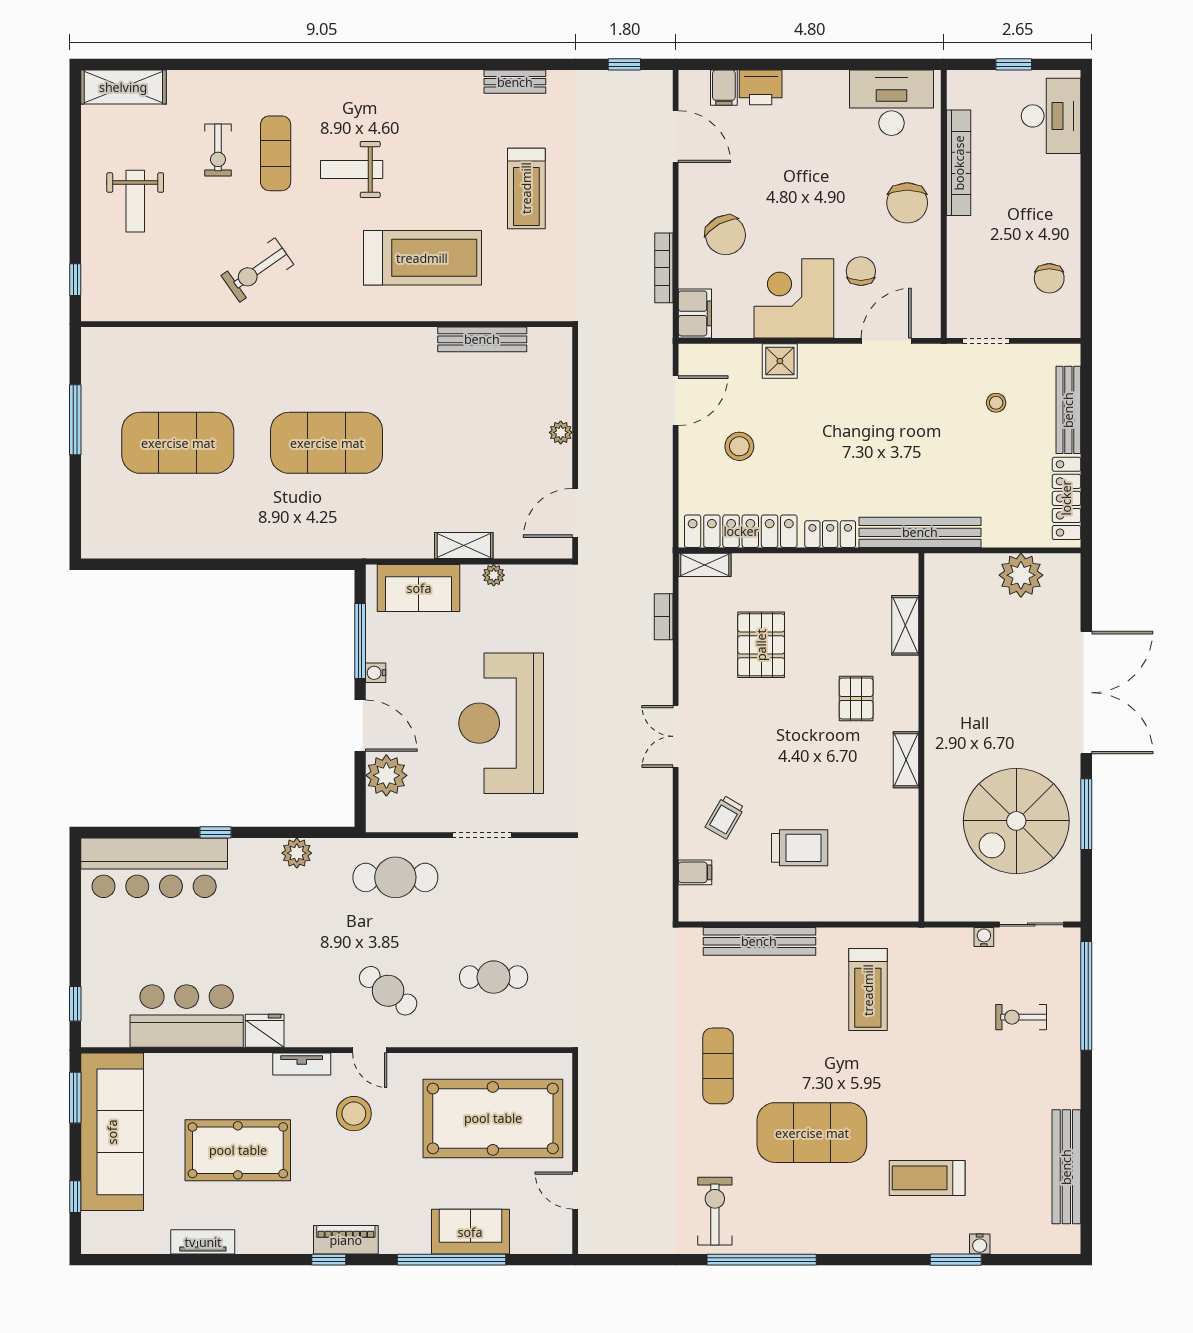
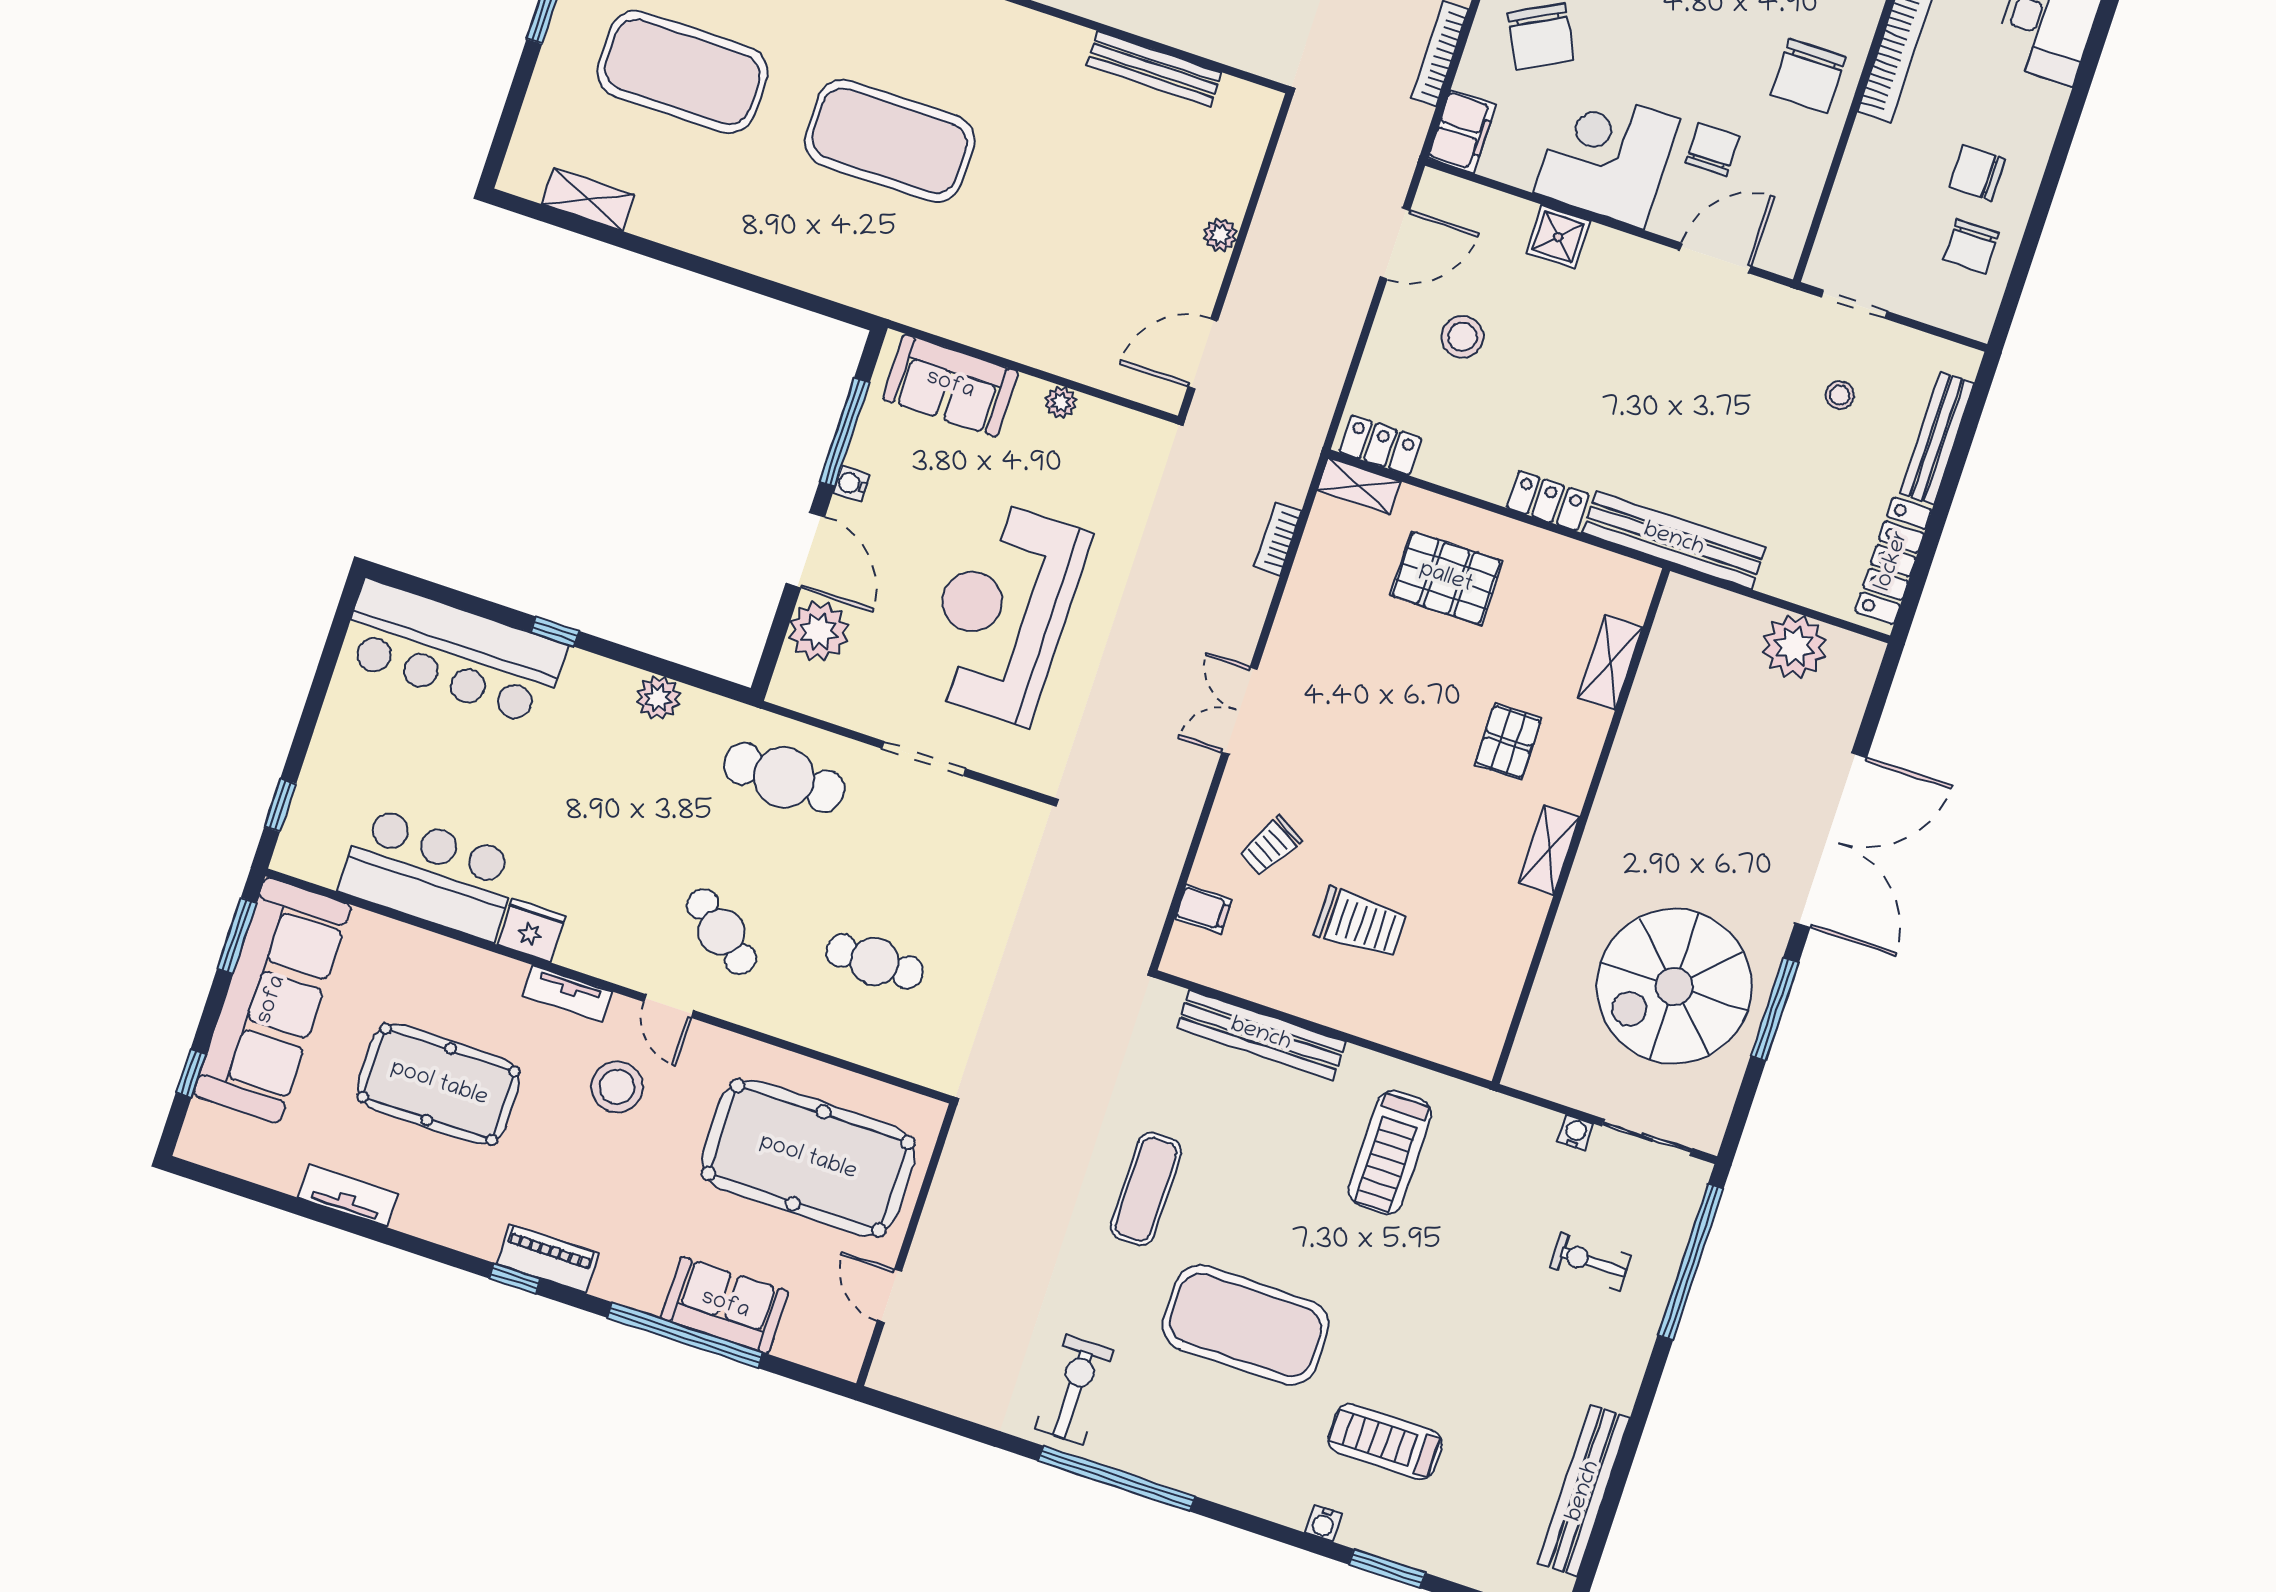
chair: (1037, 229) -> (1977, 173), added
locker: (741, 531) -> (1381, 445), width x0.46, depth x0.83
shelving: (464, 546) -> (588, 199), moved
pallet: (761, 645) -> (1446, 578), moved, turned 90
water cooler: (980, 1244) -> (1324, 1523), moved

